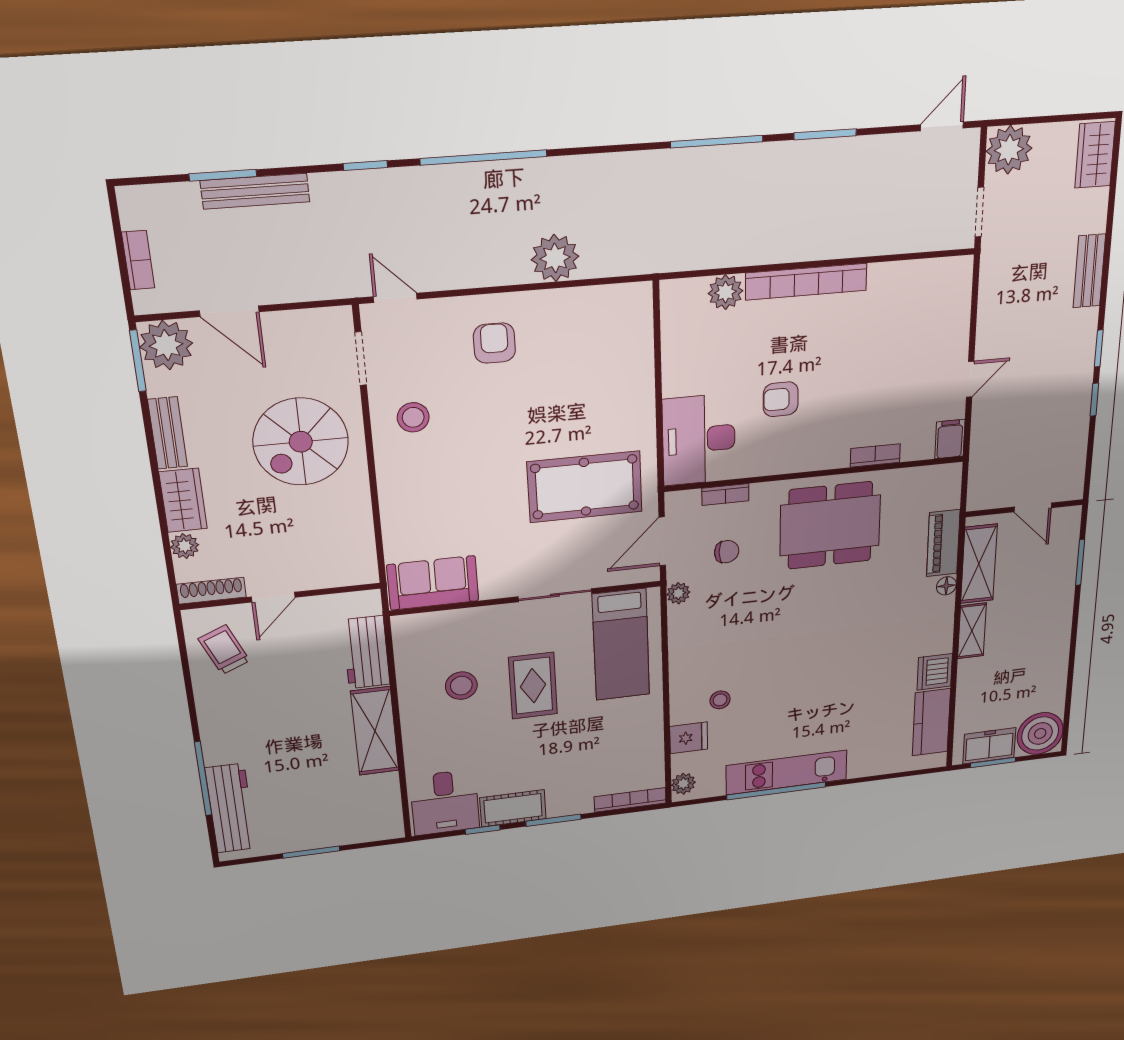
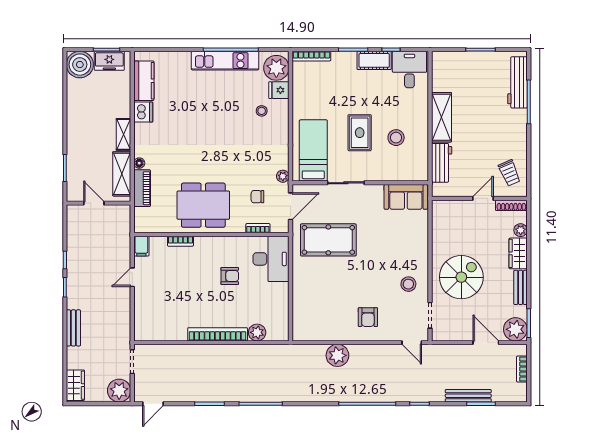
plant: (683, 784) -> (276, 68), width x1.88, depth x1.88

